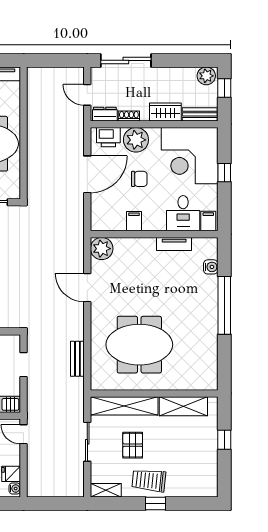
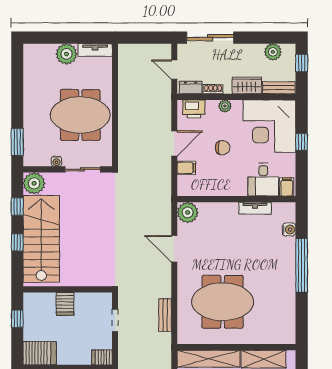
plant: (206, 76) -> (273, 52), moved
plant: (136, 140) -> (225, 106), width x0.53, depth x0.53
door: (87, 174) -> (174, 143), width x0.73
filing cabinet: (134, 221) -> (186, 168), moved, turned 90

